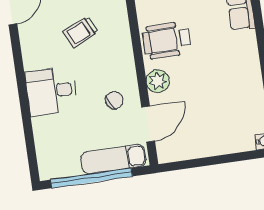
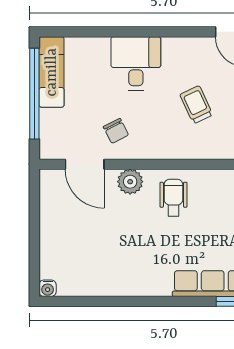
wheelchair: (167, 40) -> (173, 198), width x0.73, depth x0.73
exam couch: (113, 159) -> (52, 72), moved

